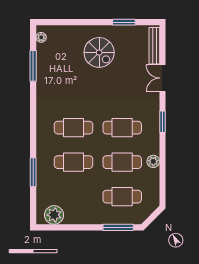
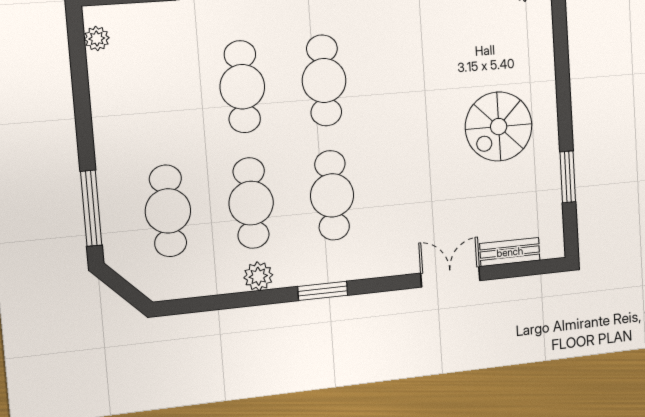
bench: (154, 46) -> (510, 252), width x0.73
window: (162, 122) -> (323, 291), moved
plant: (54, 215) -> (97, 39), width x0.53, depth x0.53

